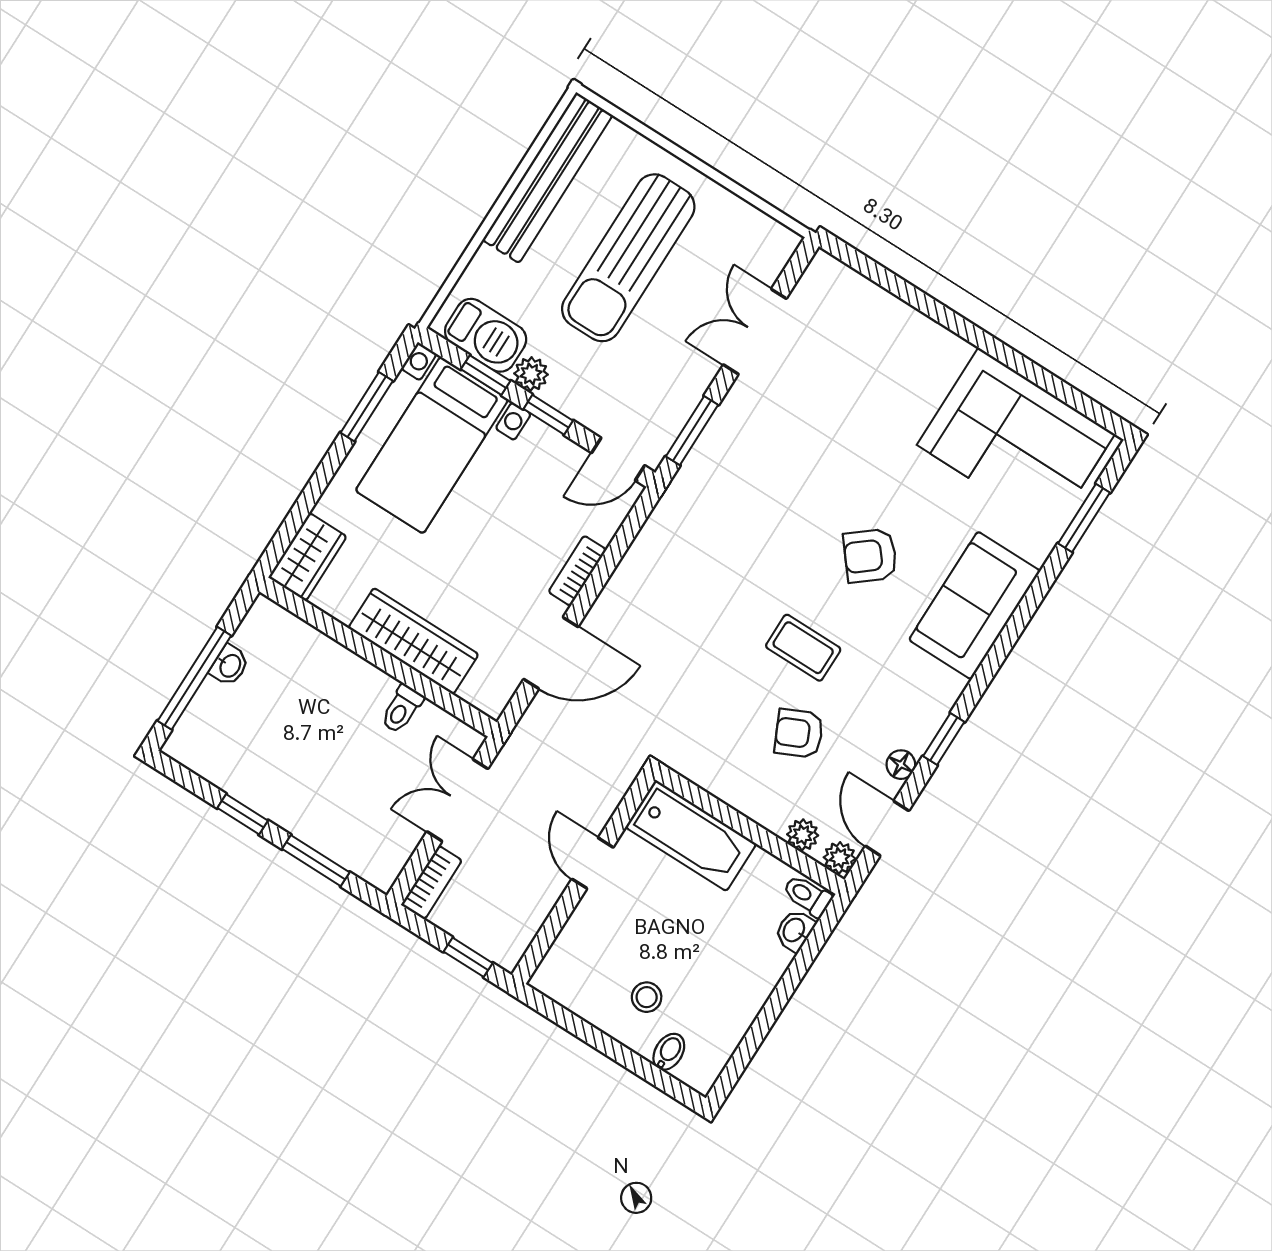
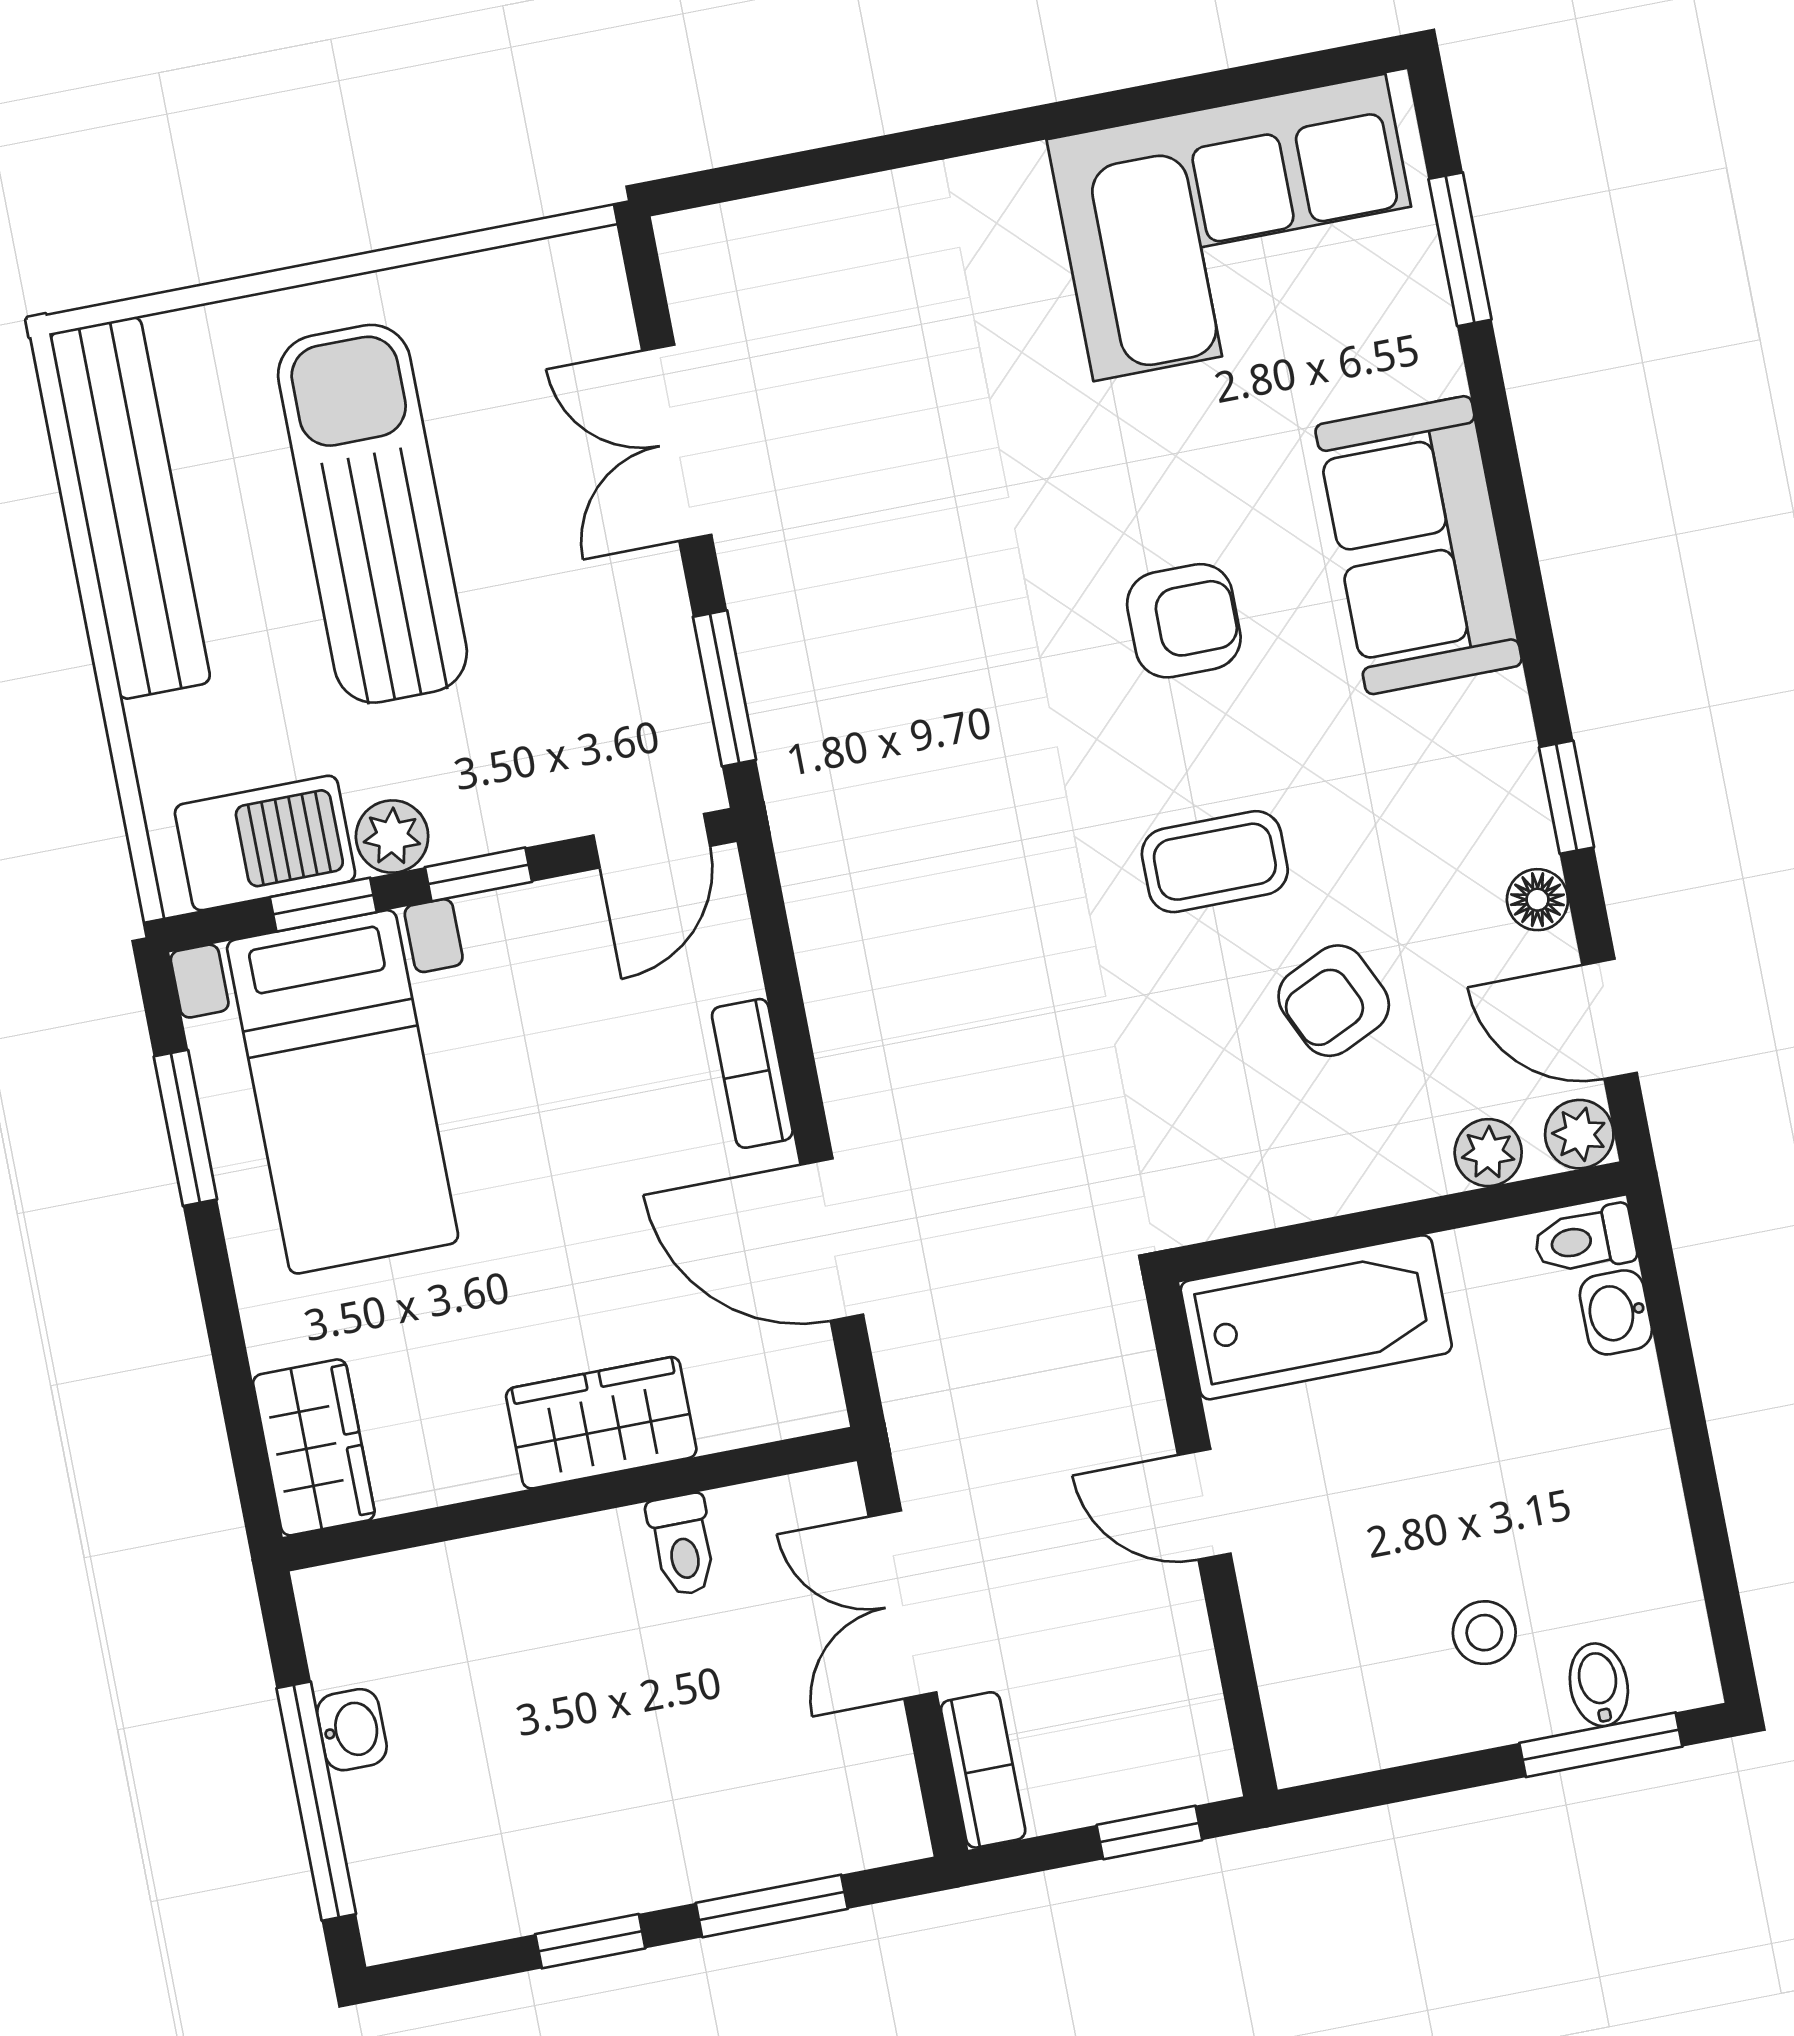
sun lounger: (628, 258) -> (372, 514), turned 180
armchair: (870, 556) -> (1184, 621), turned -141
wardrobe: (413, 641) -> (601, 1423), width x0.67
door: (551, 653) -> (832, 1240), swing flipped
window: (650, 1073) -> (1601, 1745), added

